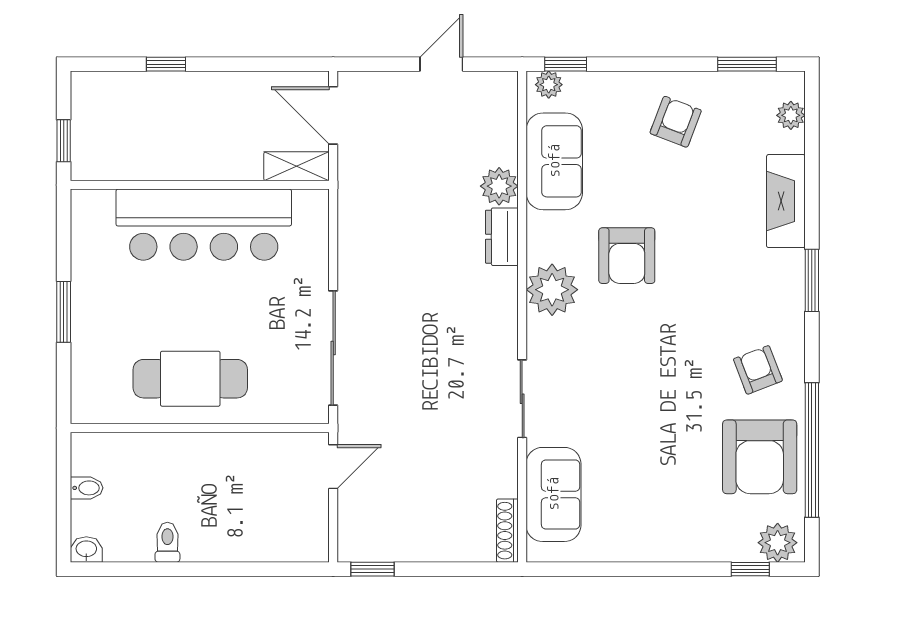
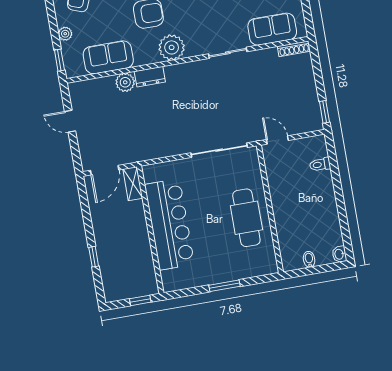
plant: (549, 85) -> (65, 34), moved
toilet: (167, 542) -> (320, 164), moved

